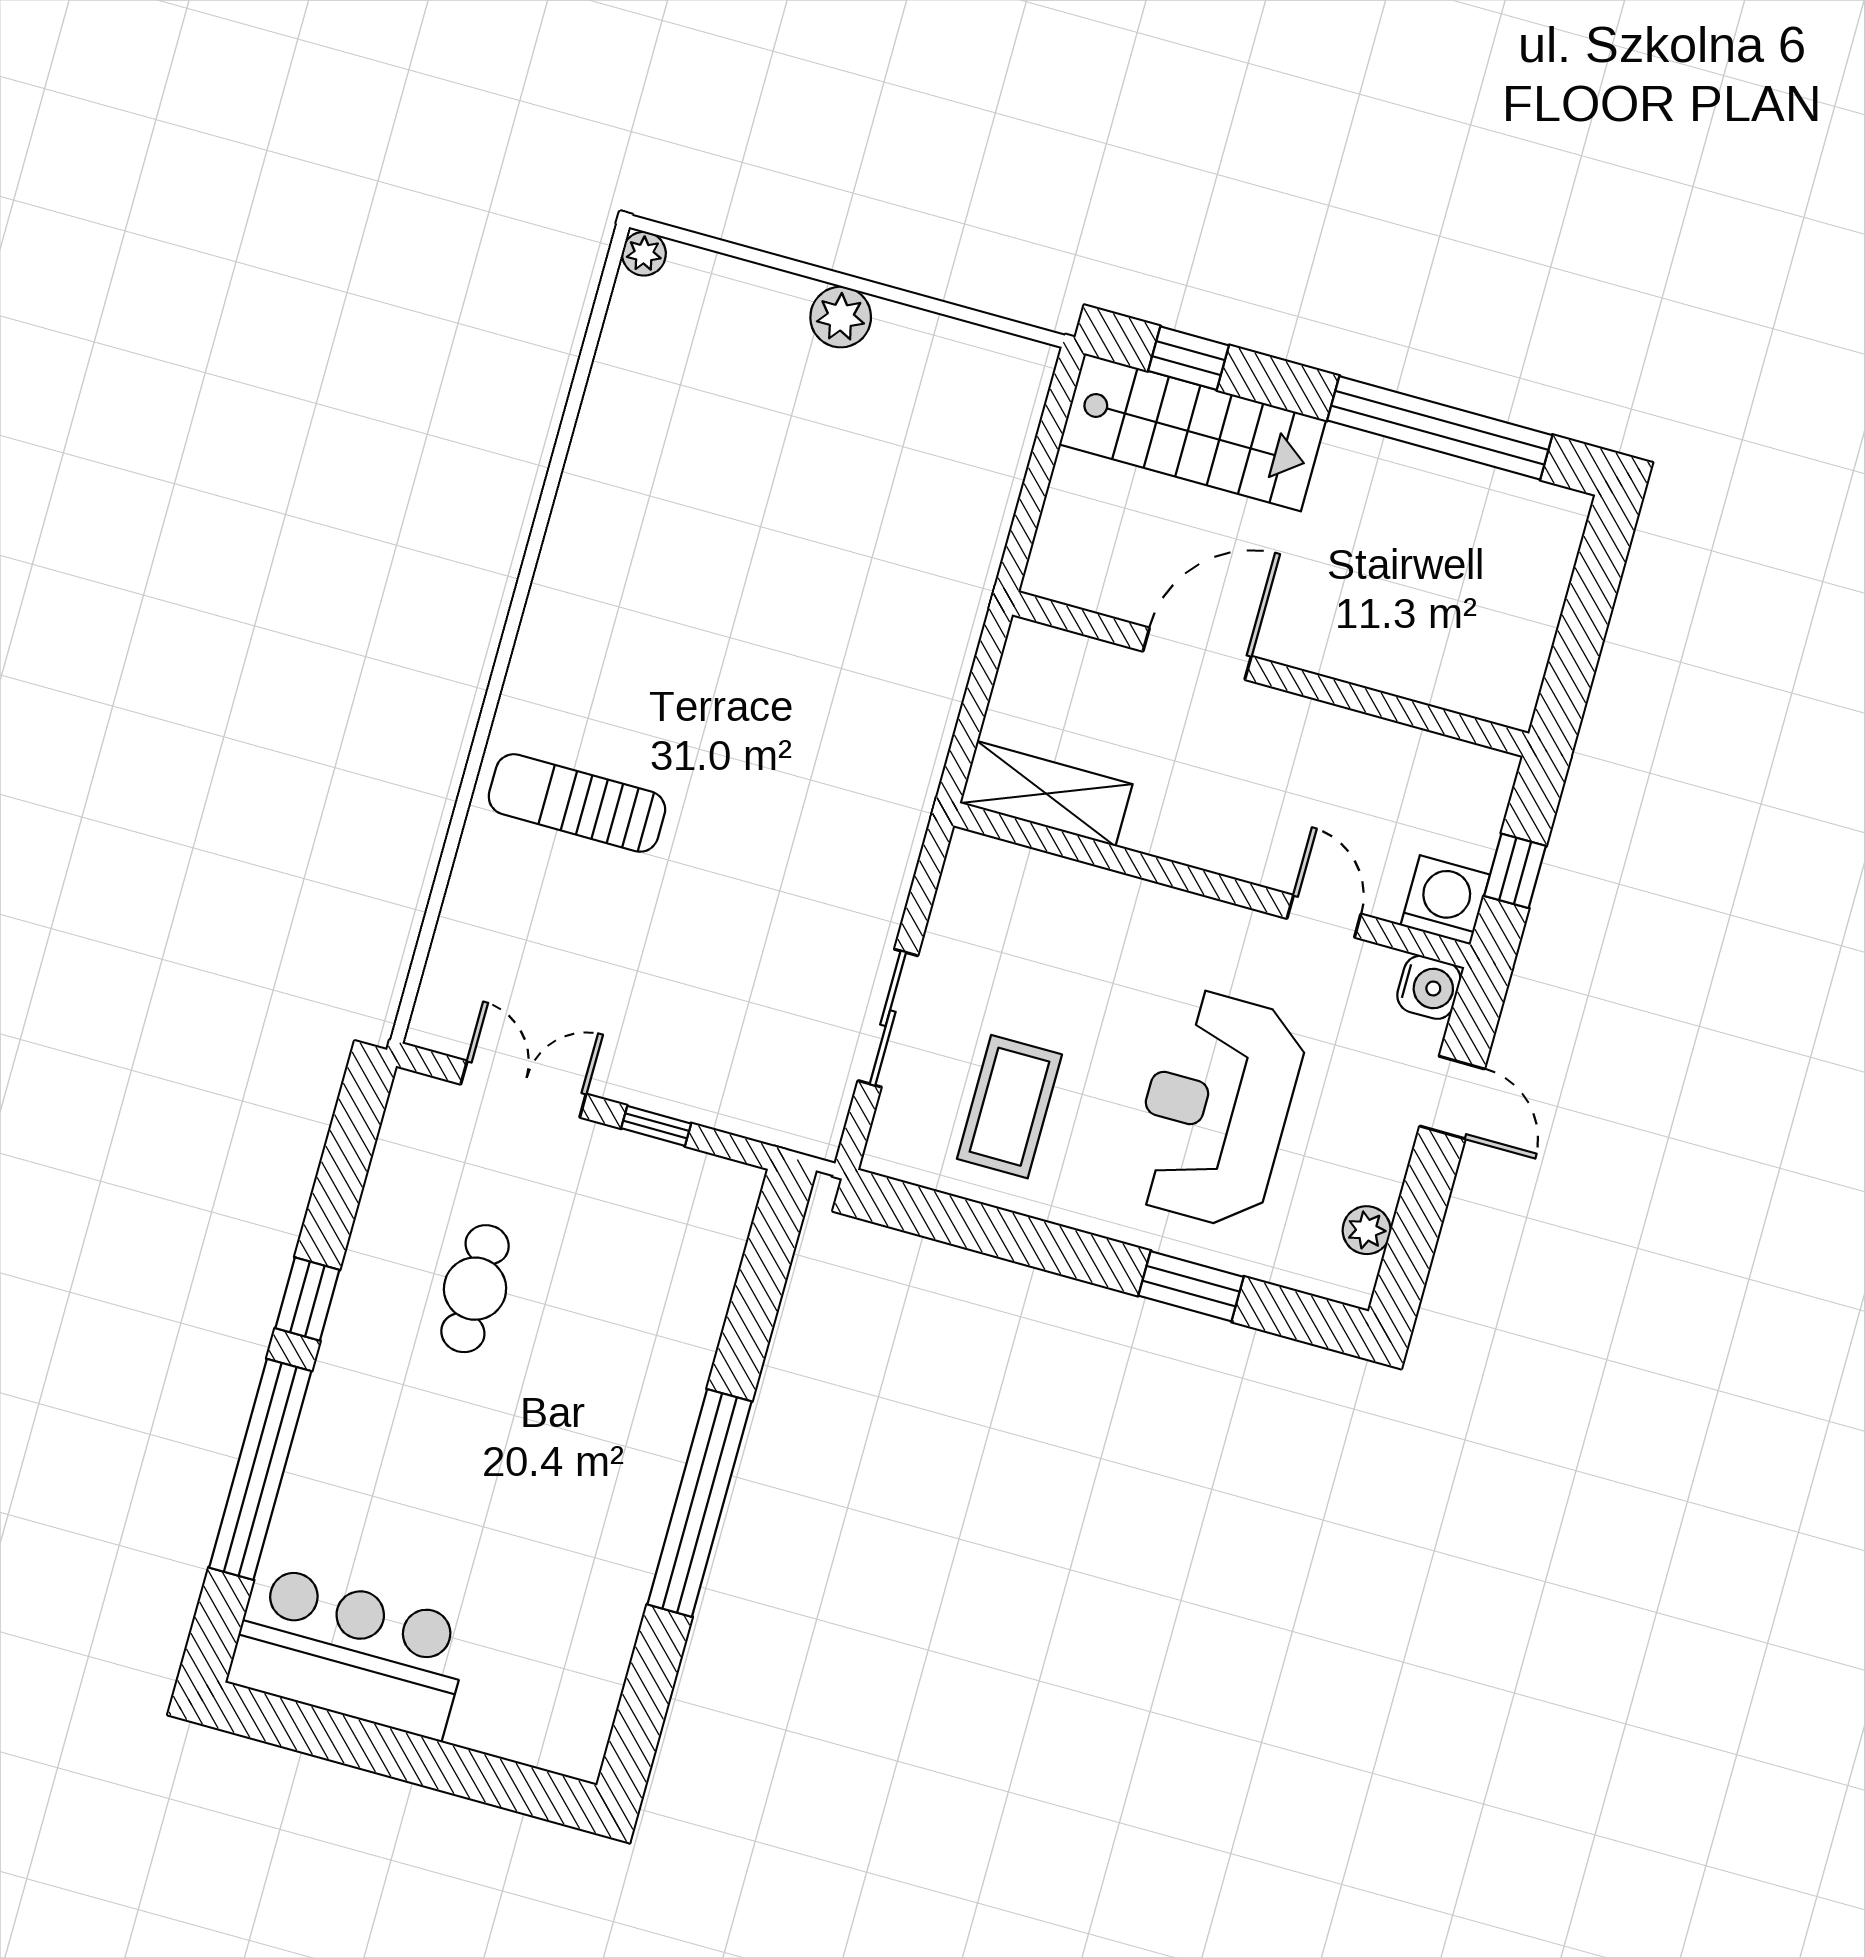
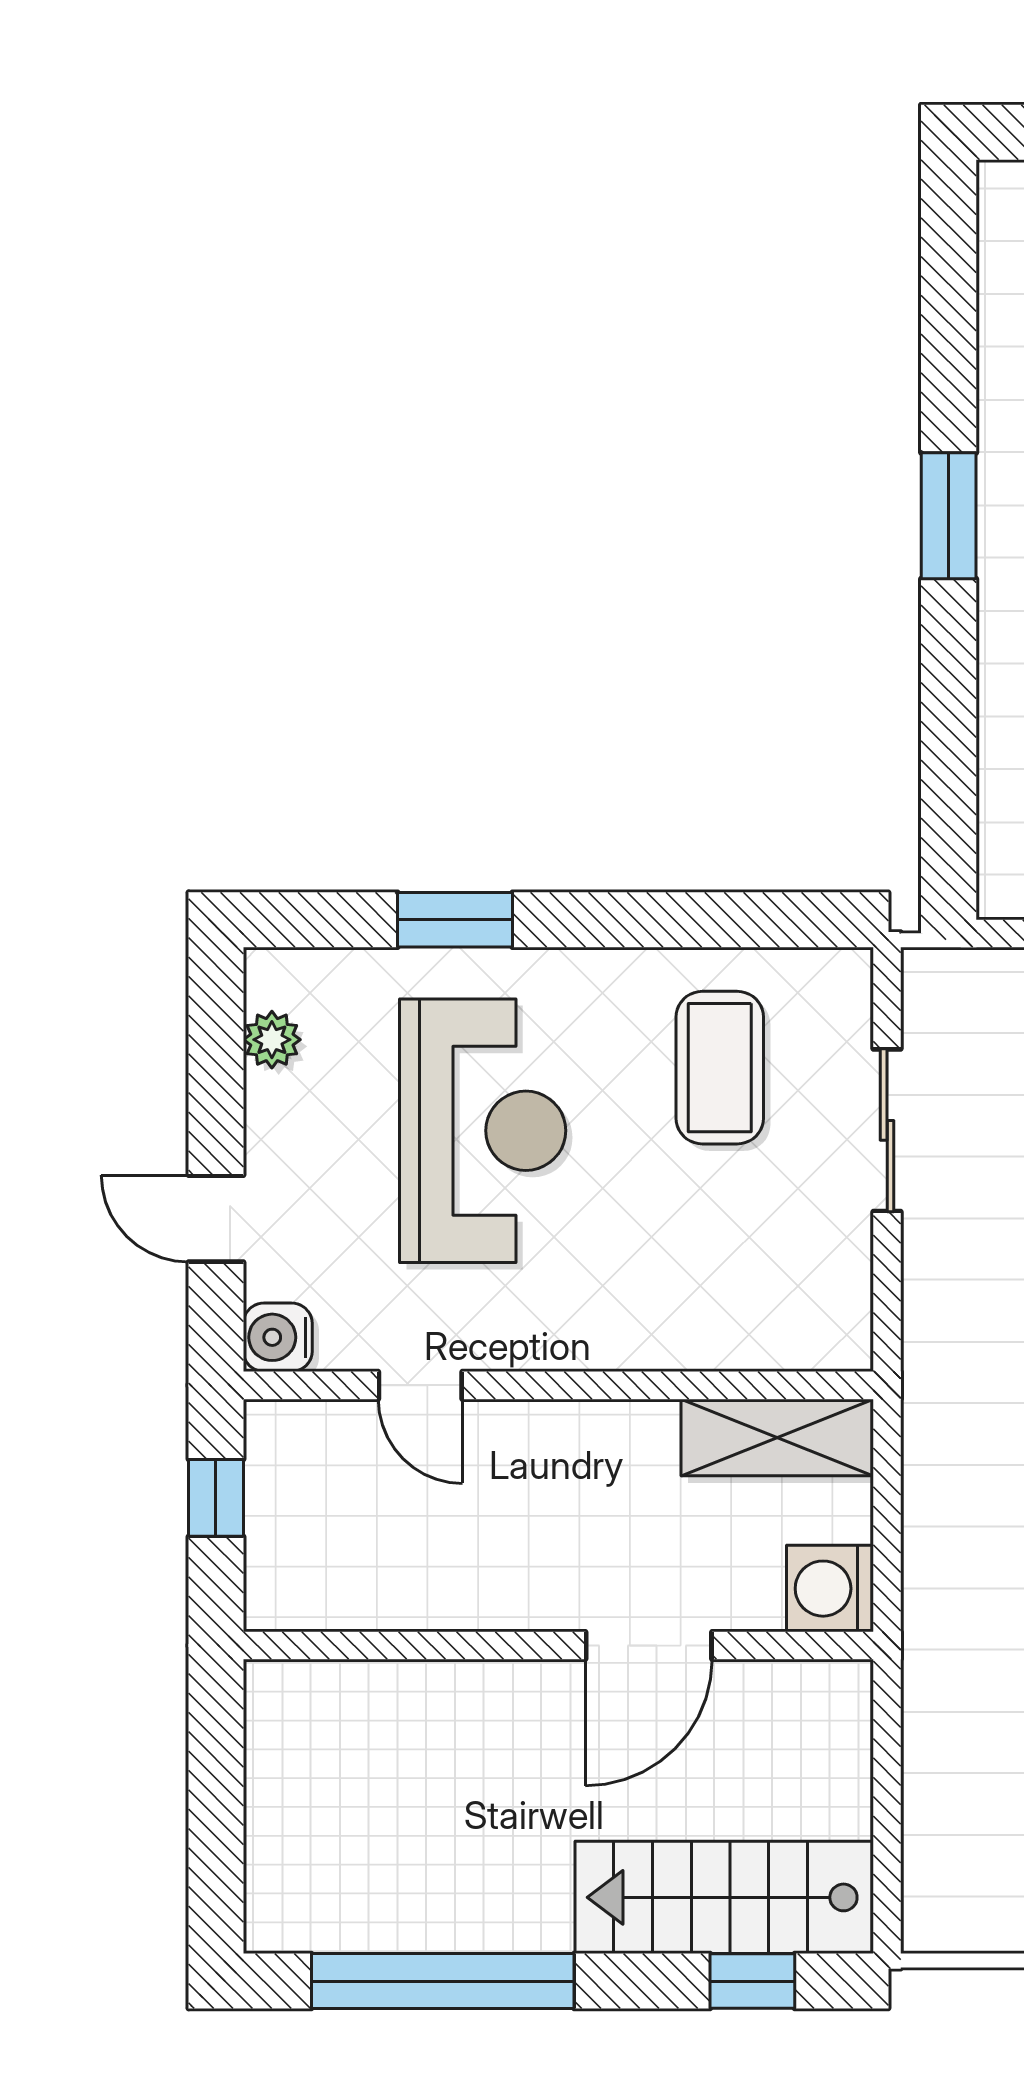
washing machine: (1445, 900) -> (830, 1589), moved, turned 90
window: (700, 1503) -> (949, 516), width x0.47

